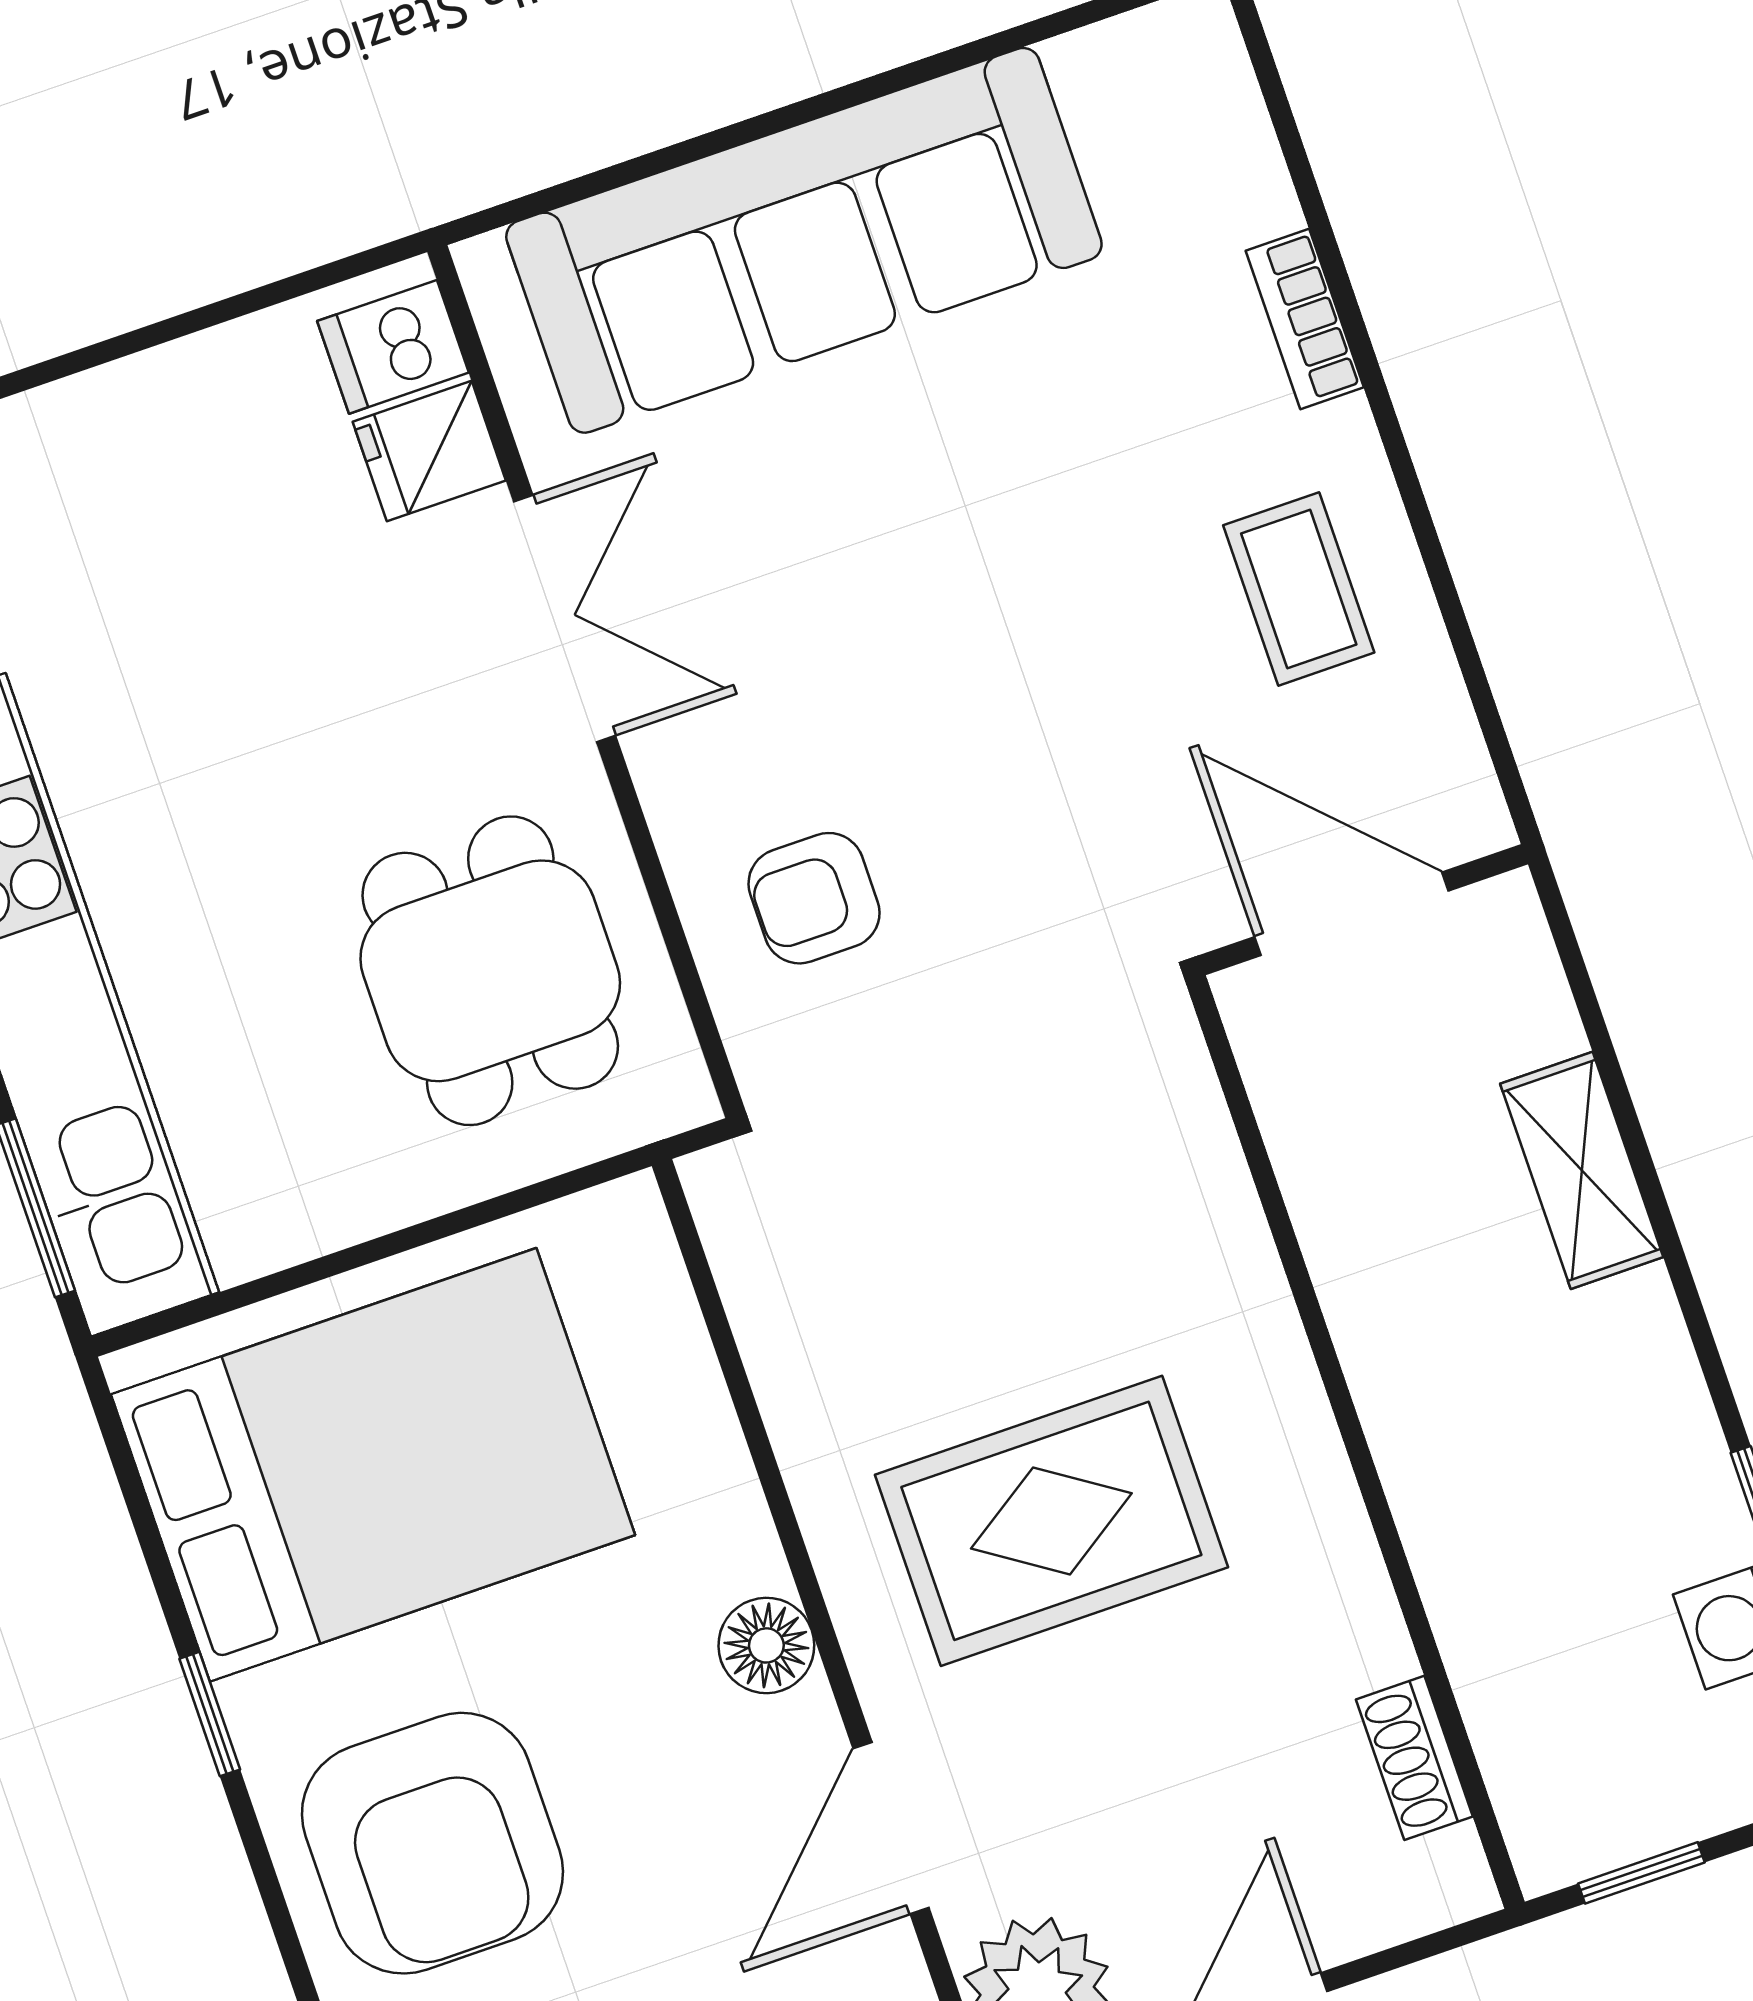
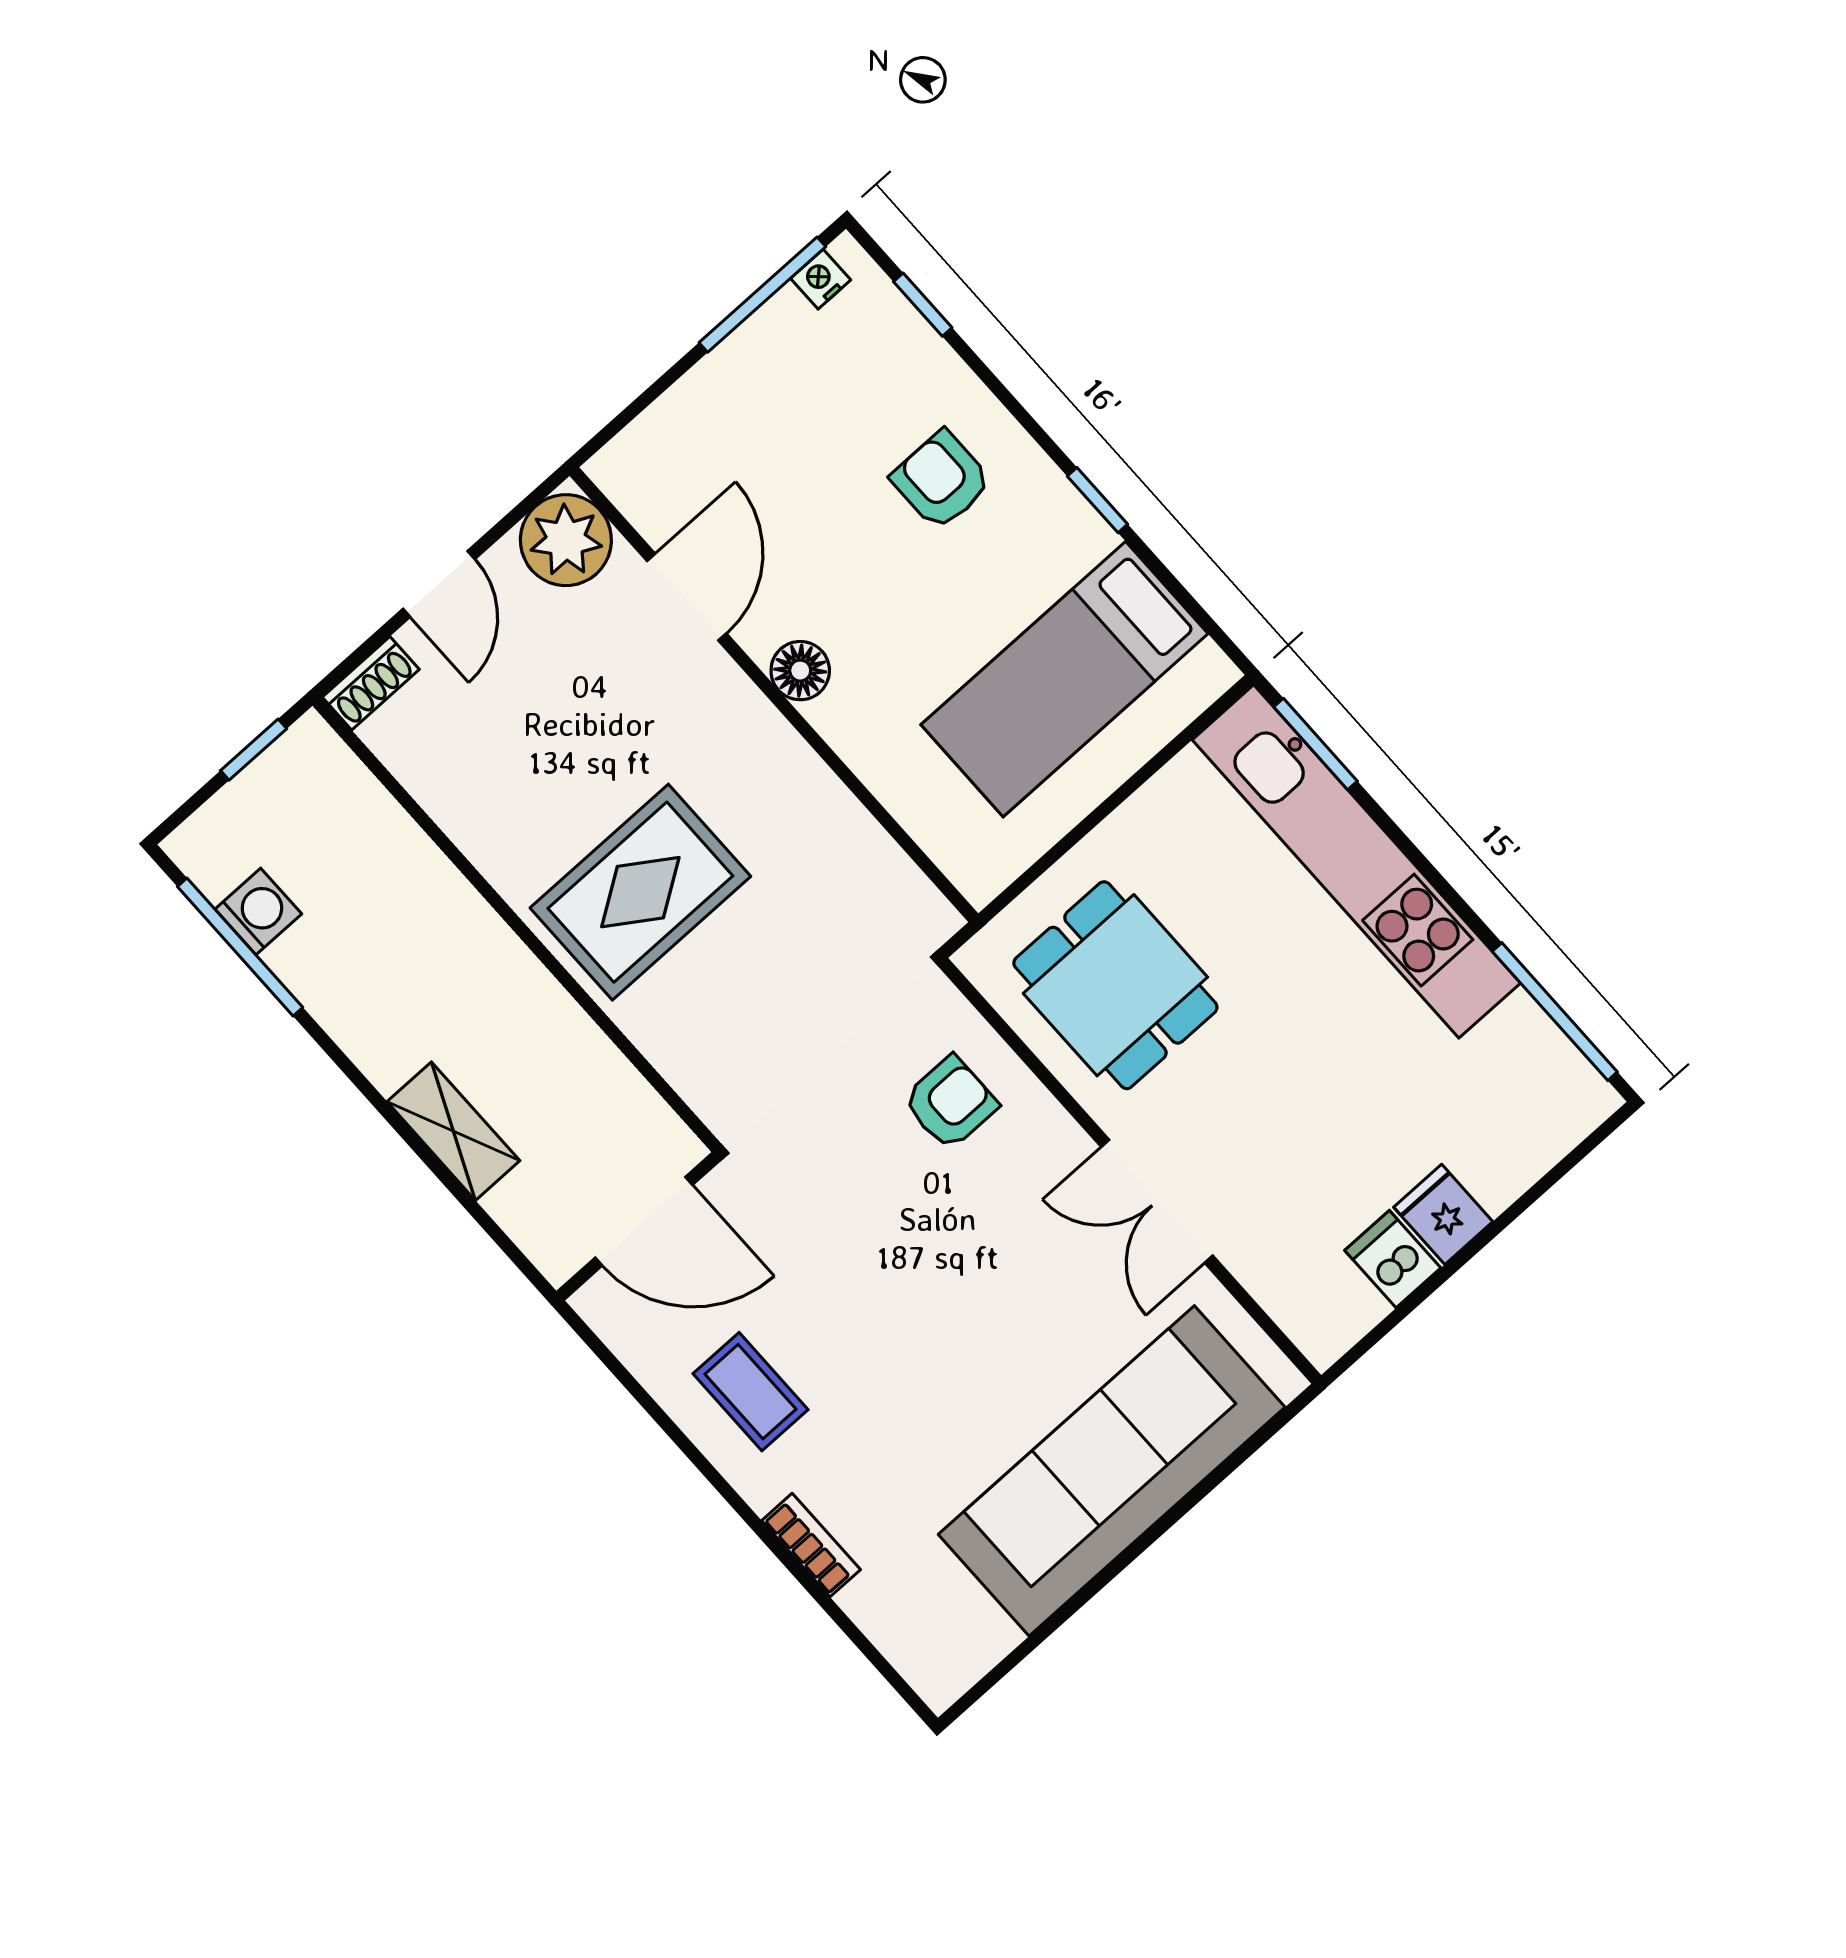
dishwasher: (393, 347) -> (1393, 1259), moved, turned -90
fridge: (429, 451) -> (1443, 1214), moved, turned -90
bed: (373, 1465) -> (1064, 679), width x0.67
rug: (1051, 1521) -> (640, 892), moved
shoe rack: (1414, 1758) -> (371, 683), moved, turned 90
armchair: (432, 1843) -> (941, 480), width x0.53, depth x0.53

